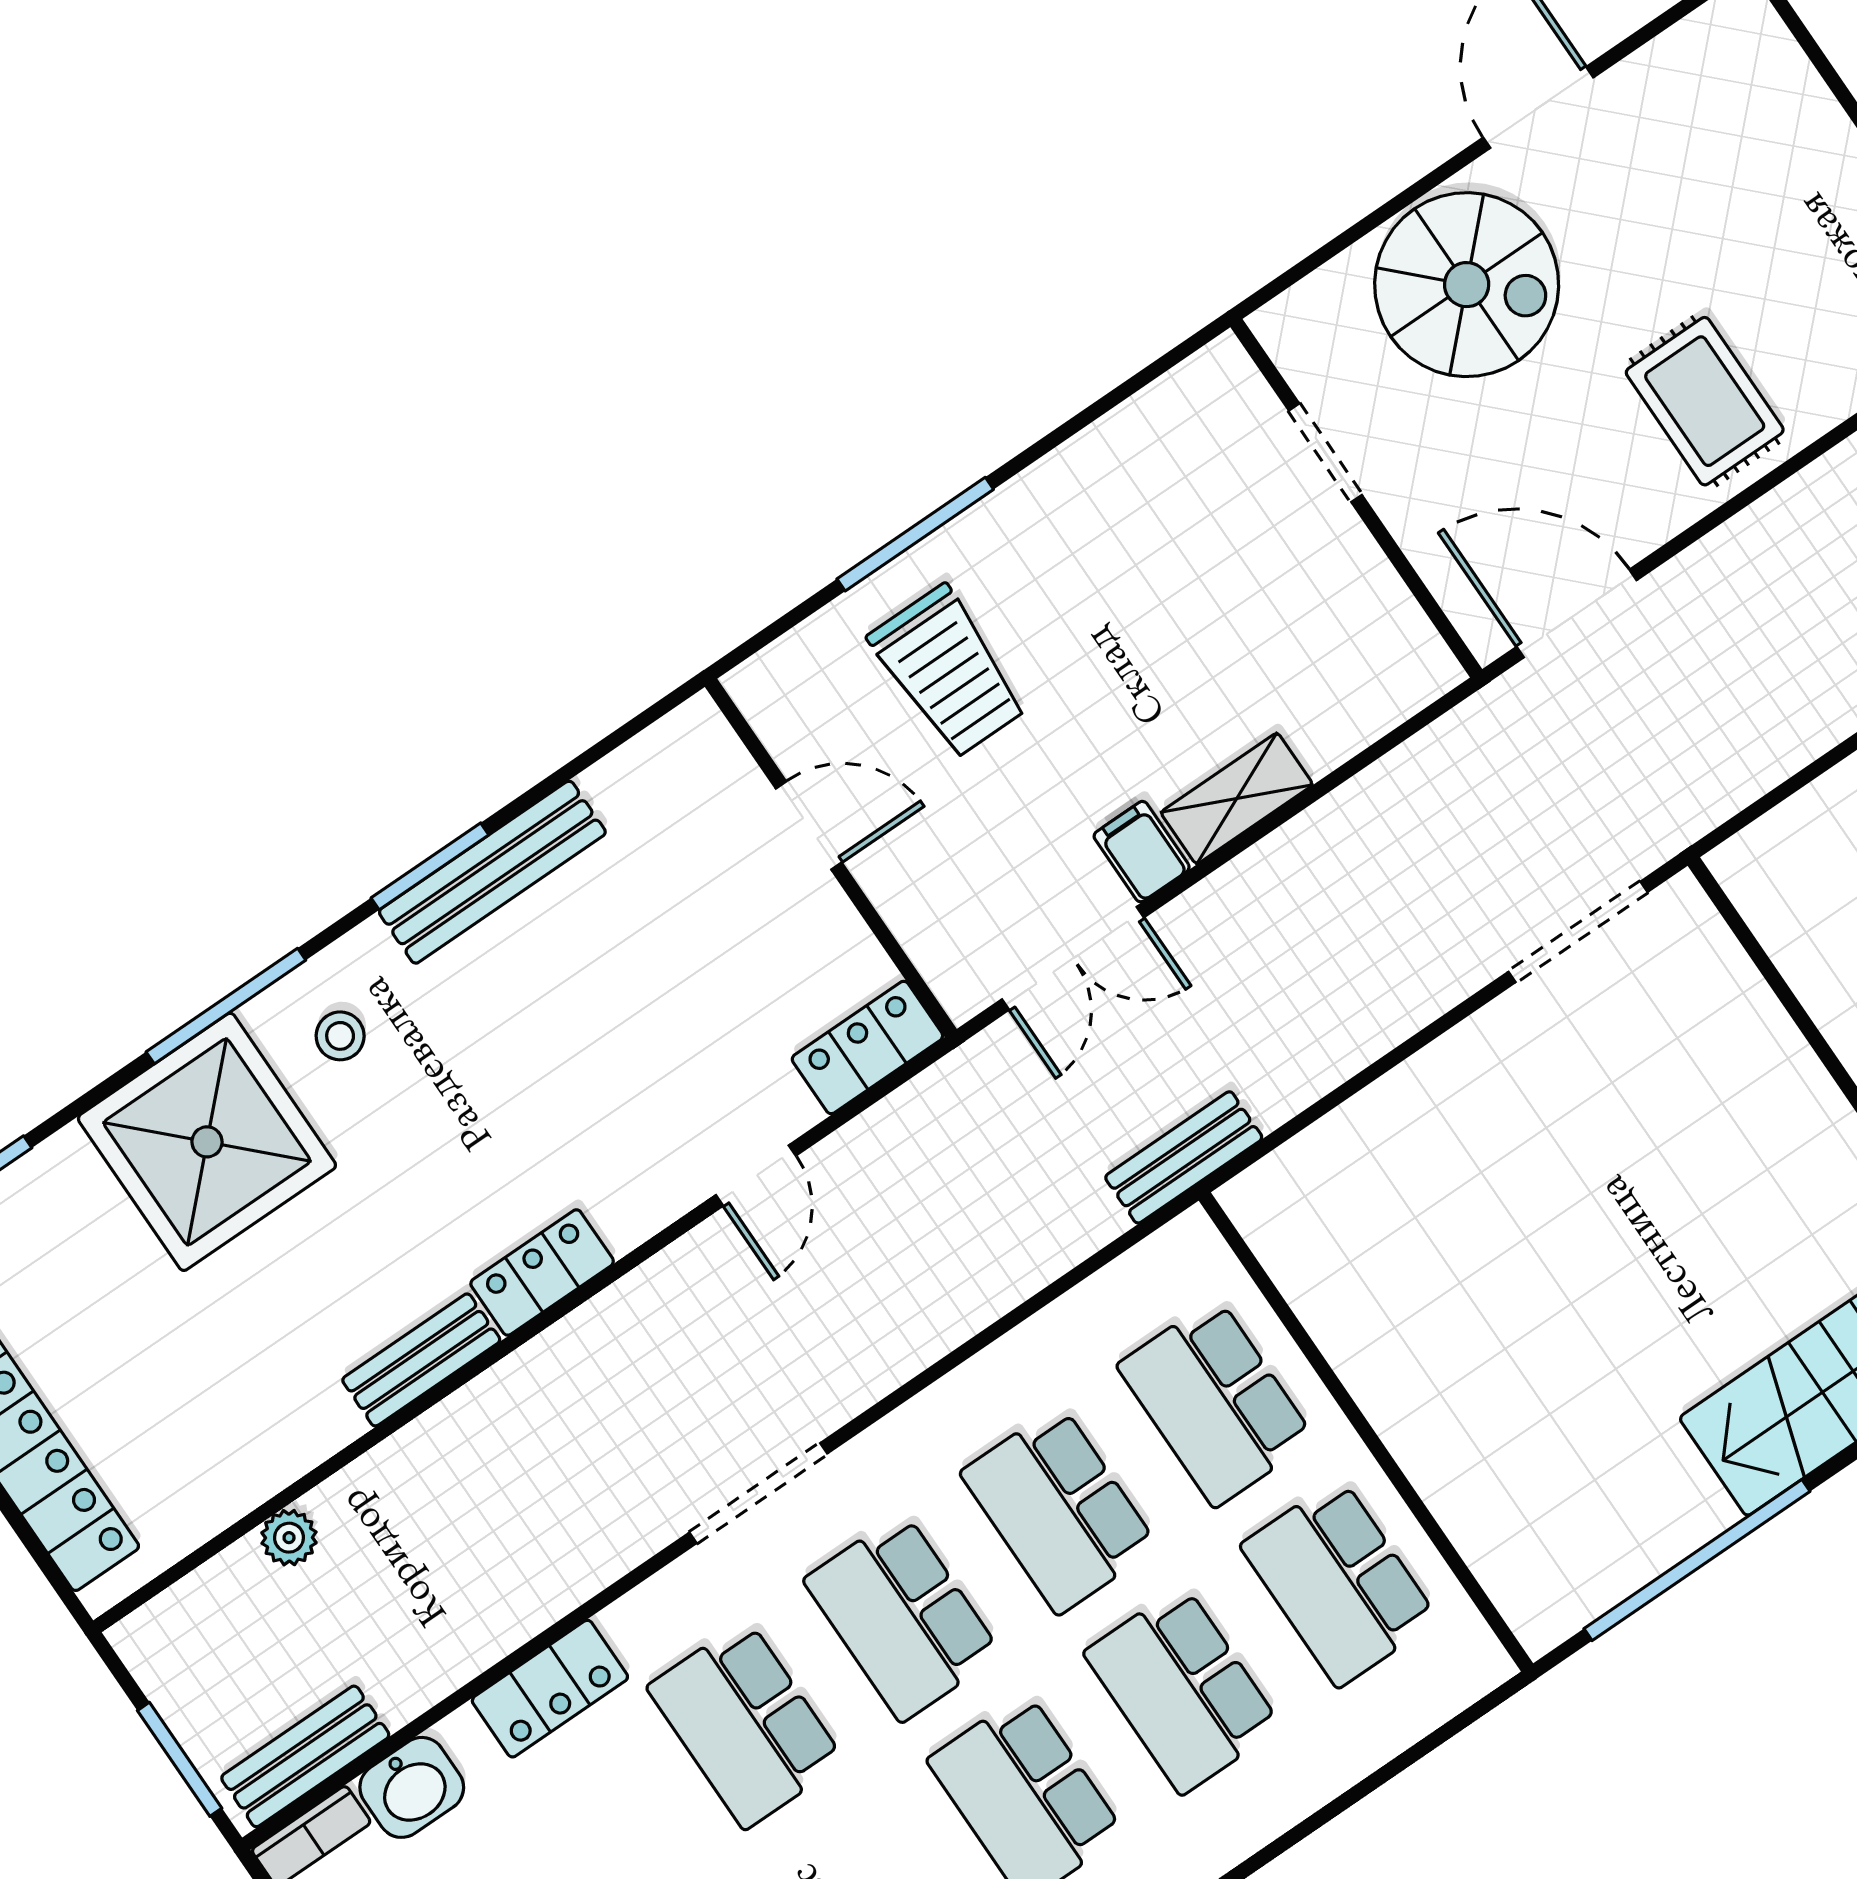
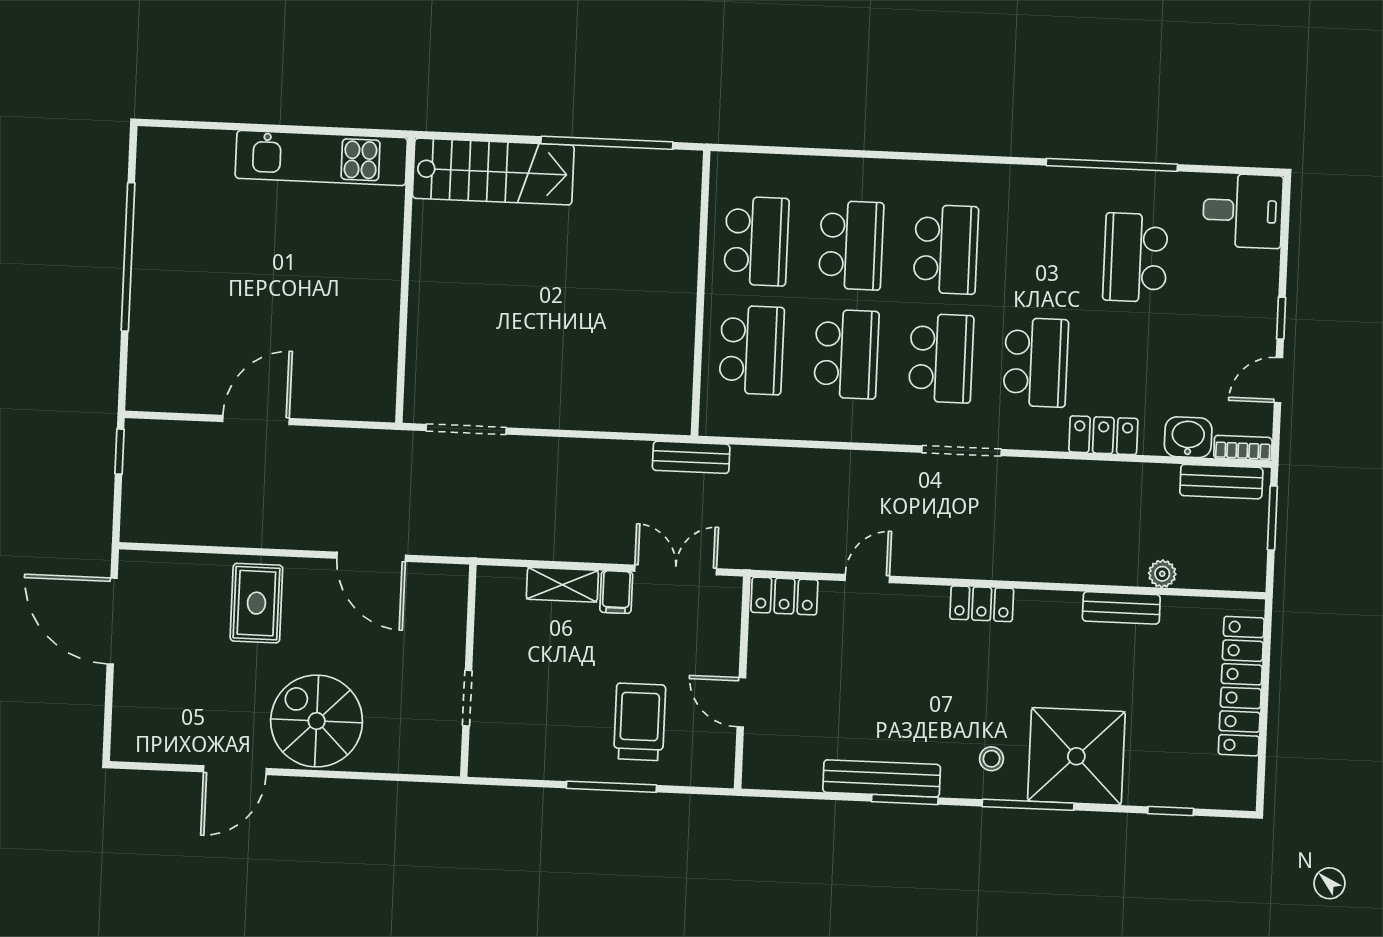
doorway: (1325, 453) -> (467, 698), moved
wall: (1356, 498) -> (468, 671), moved
bench: (421, 1360) -> (1121, 608), moved

